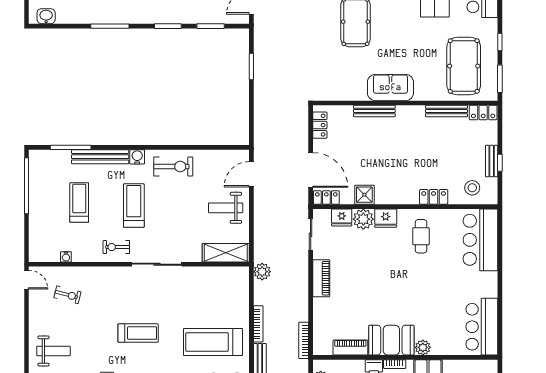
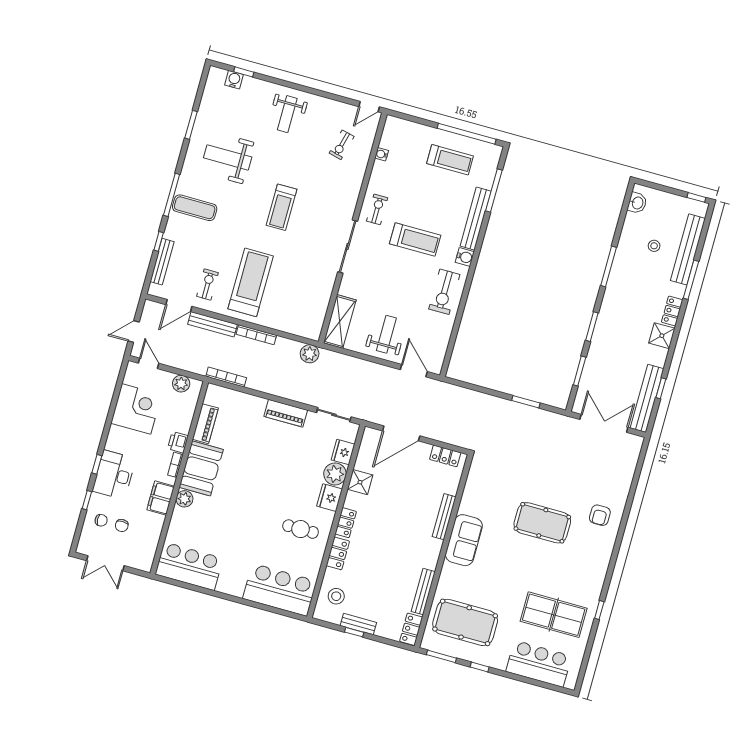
locker: (326, 197) -> (346, 523), moved
treadmill: (79, 202) -> (450, 160), moved

